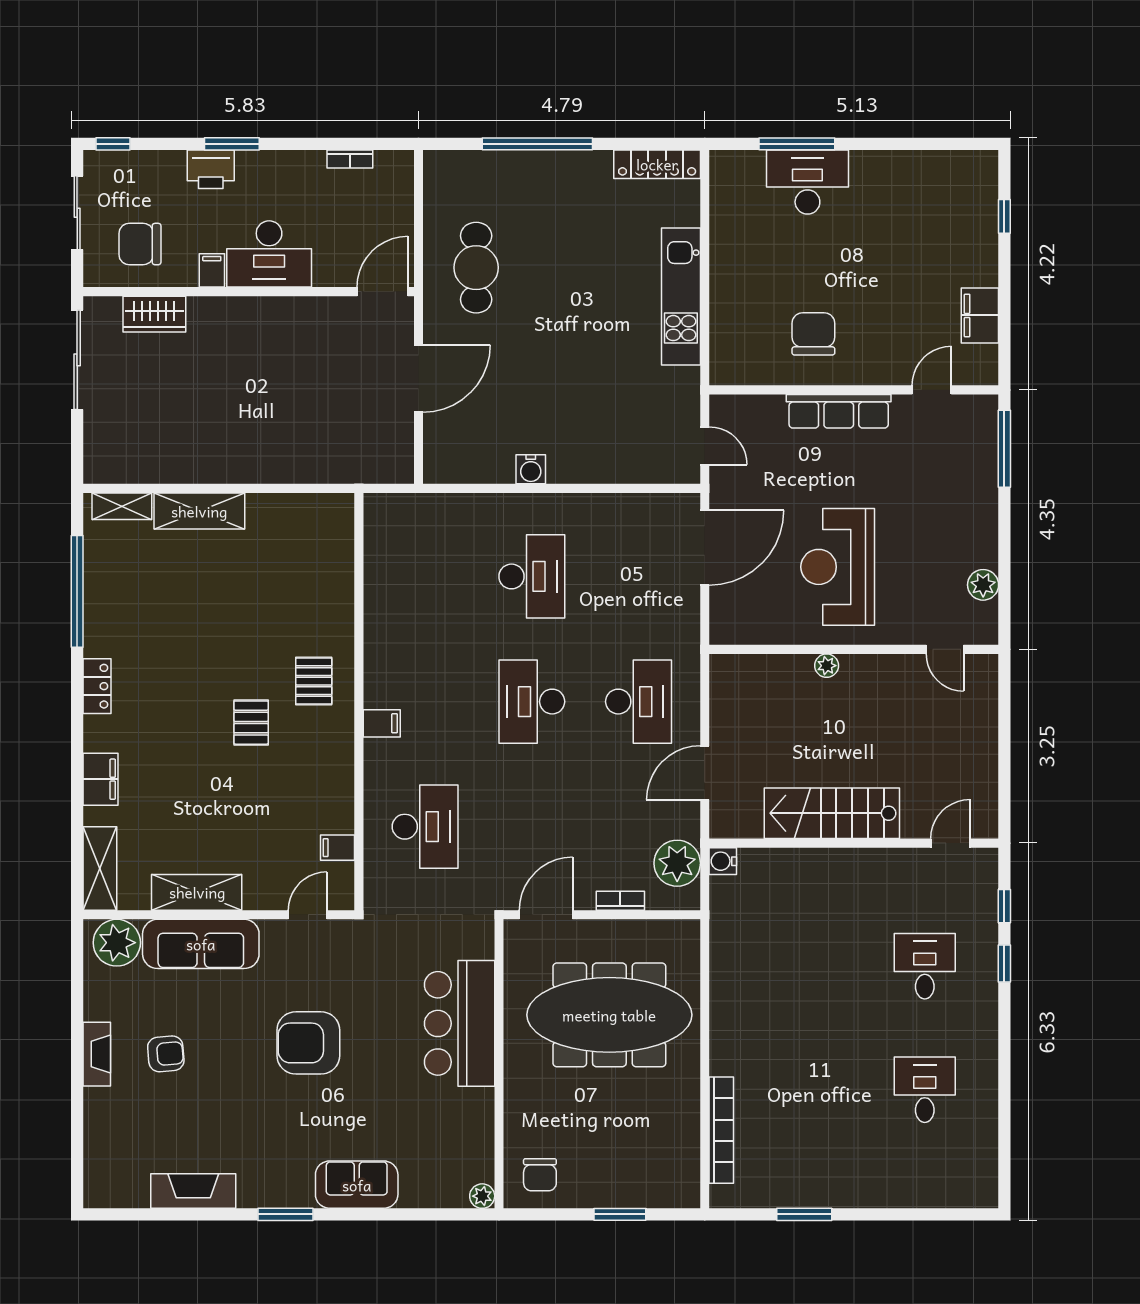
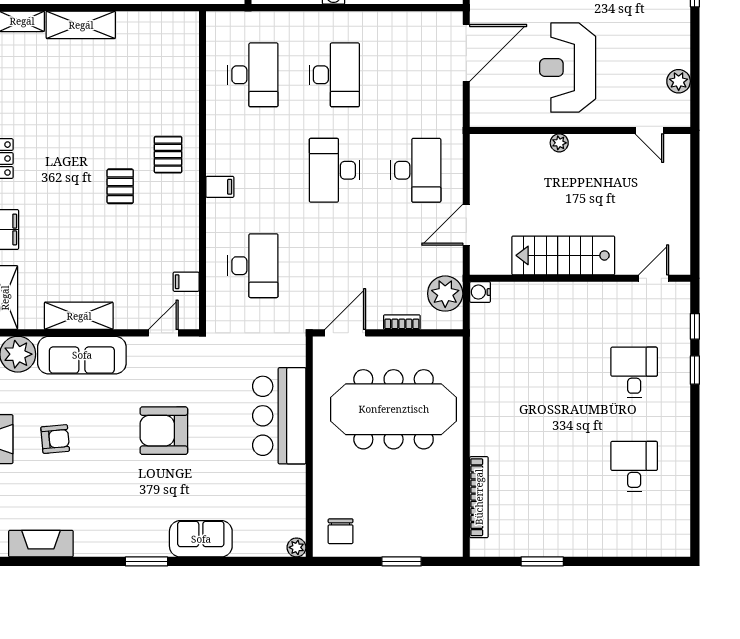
desk: (425, 576) -> (253, 75), added
fireplace: (193, 1191) -> (41, 544), moved

